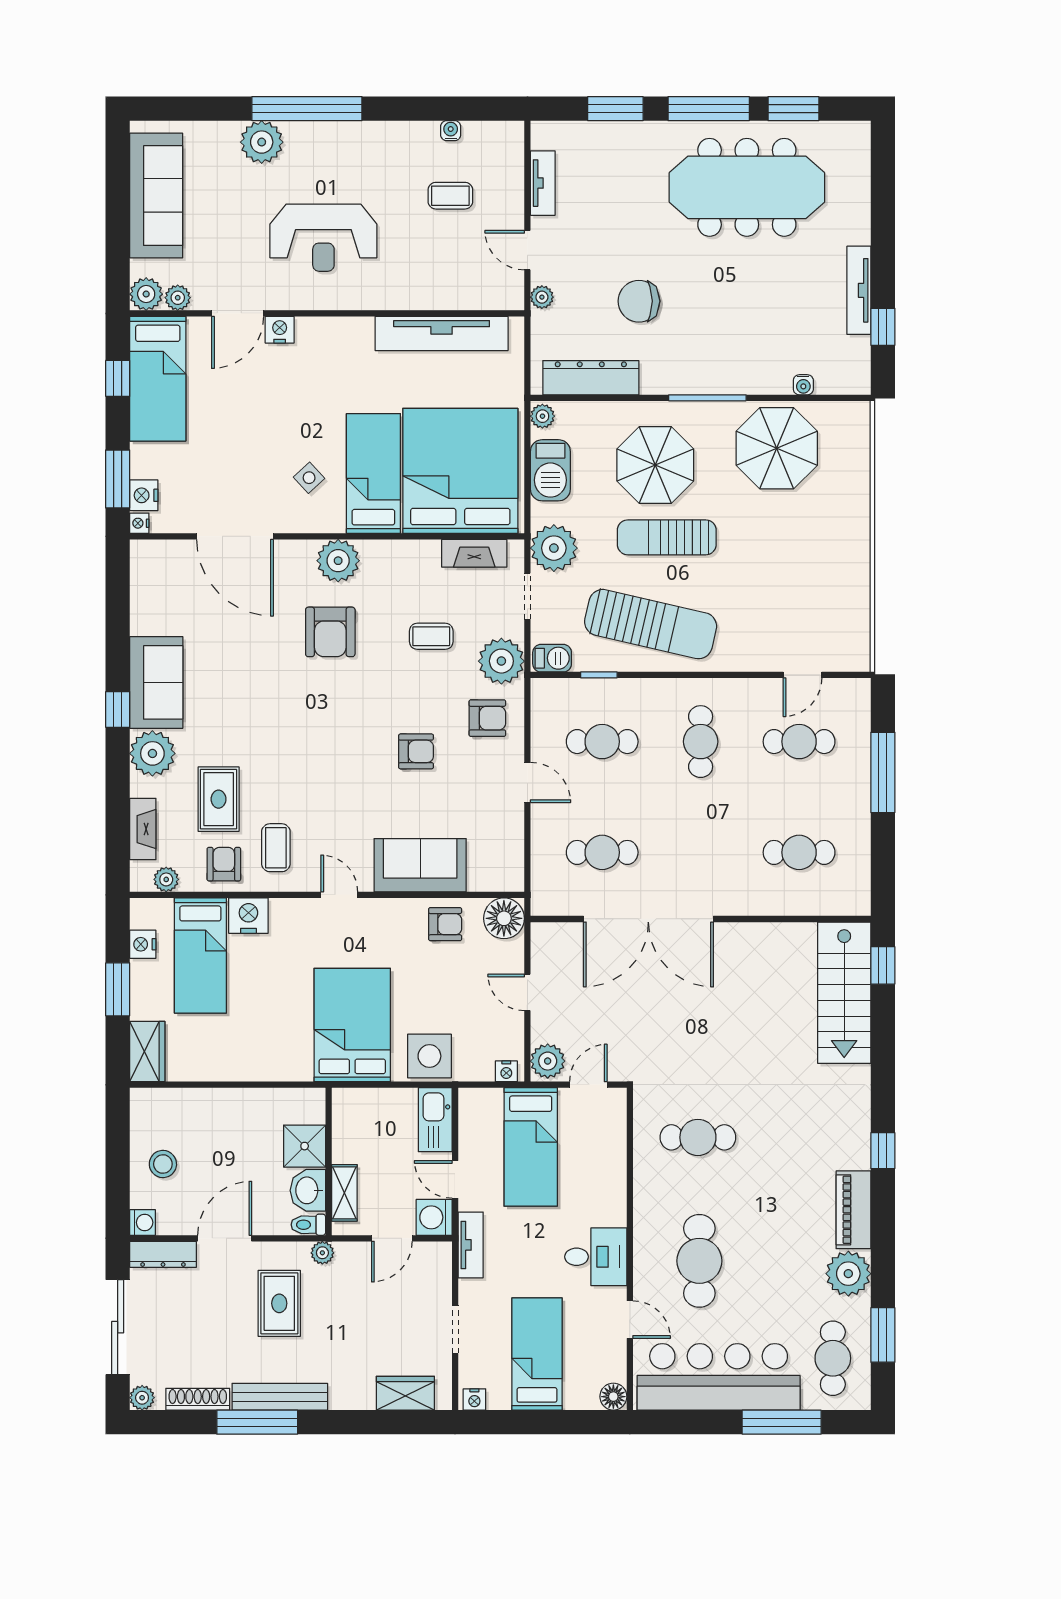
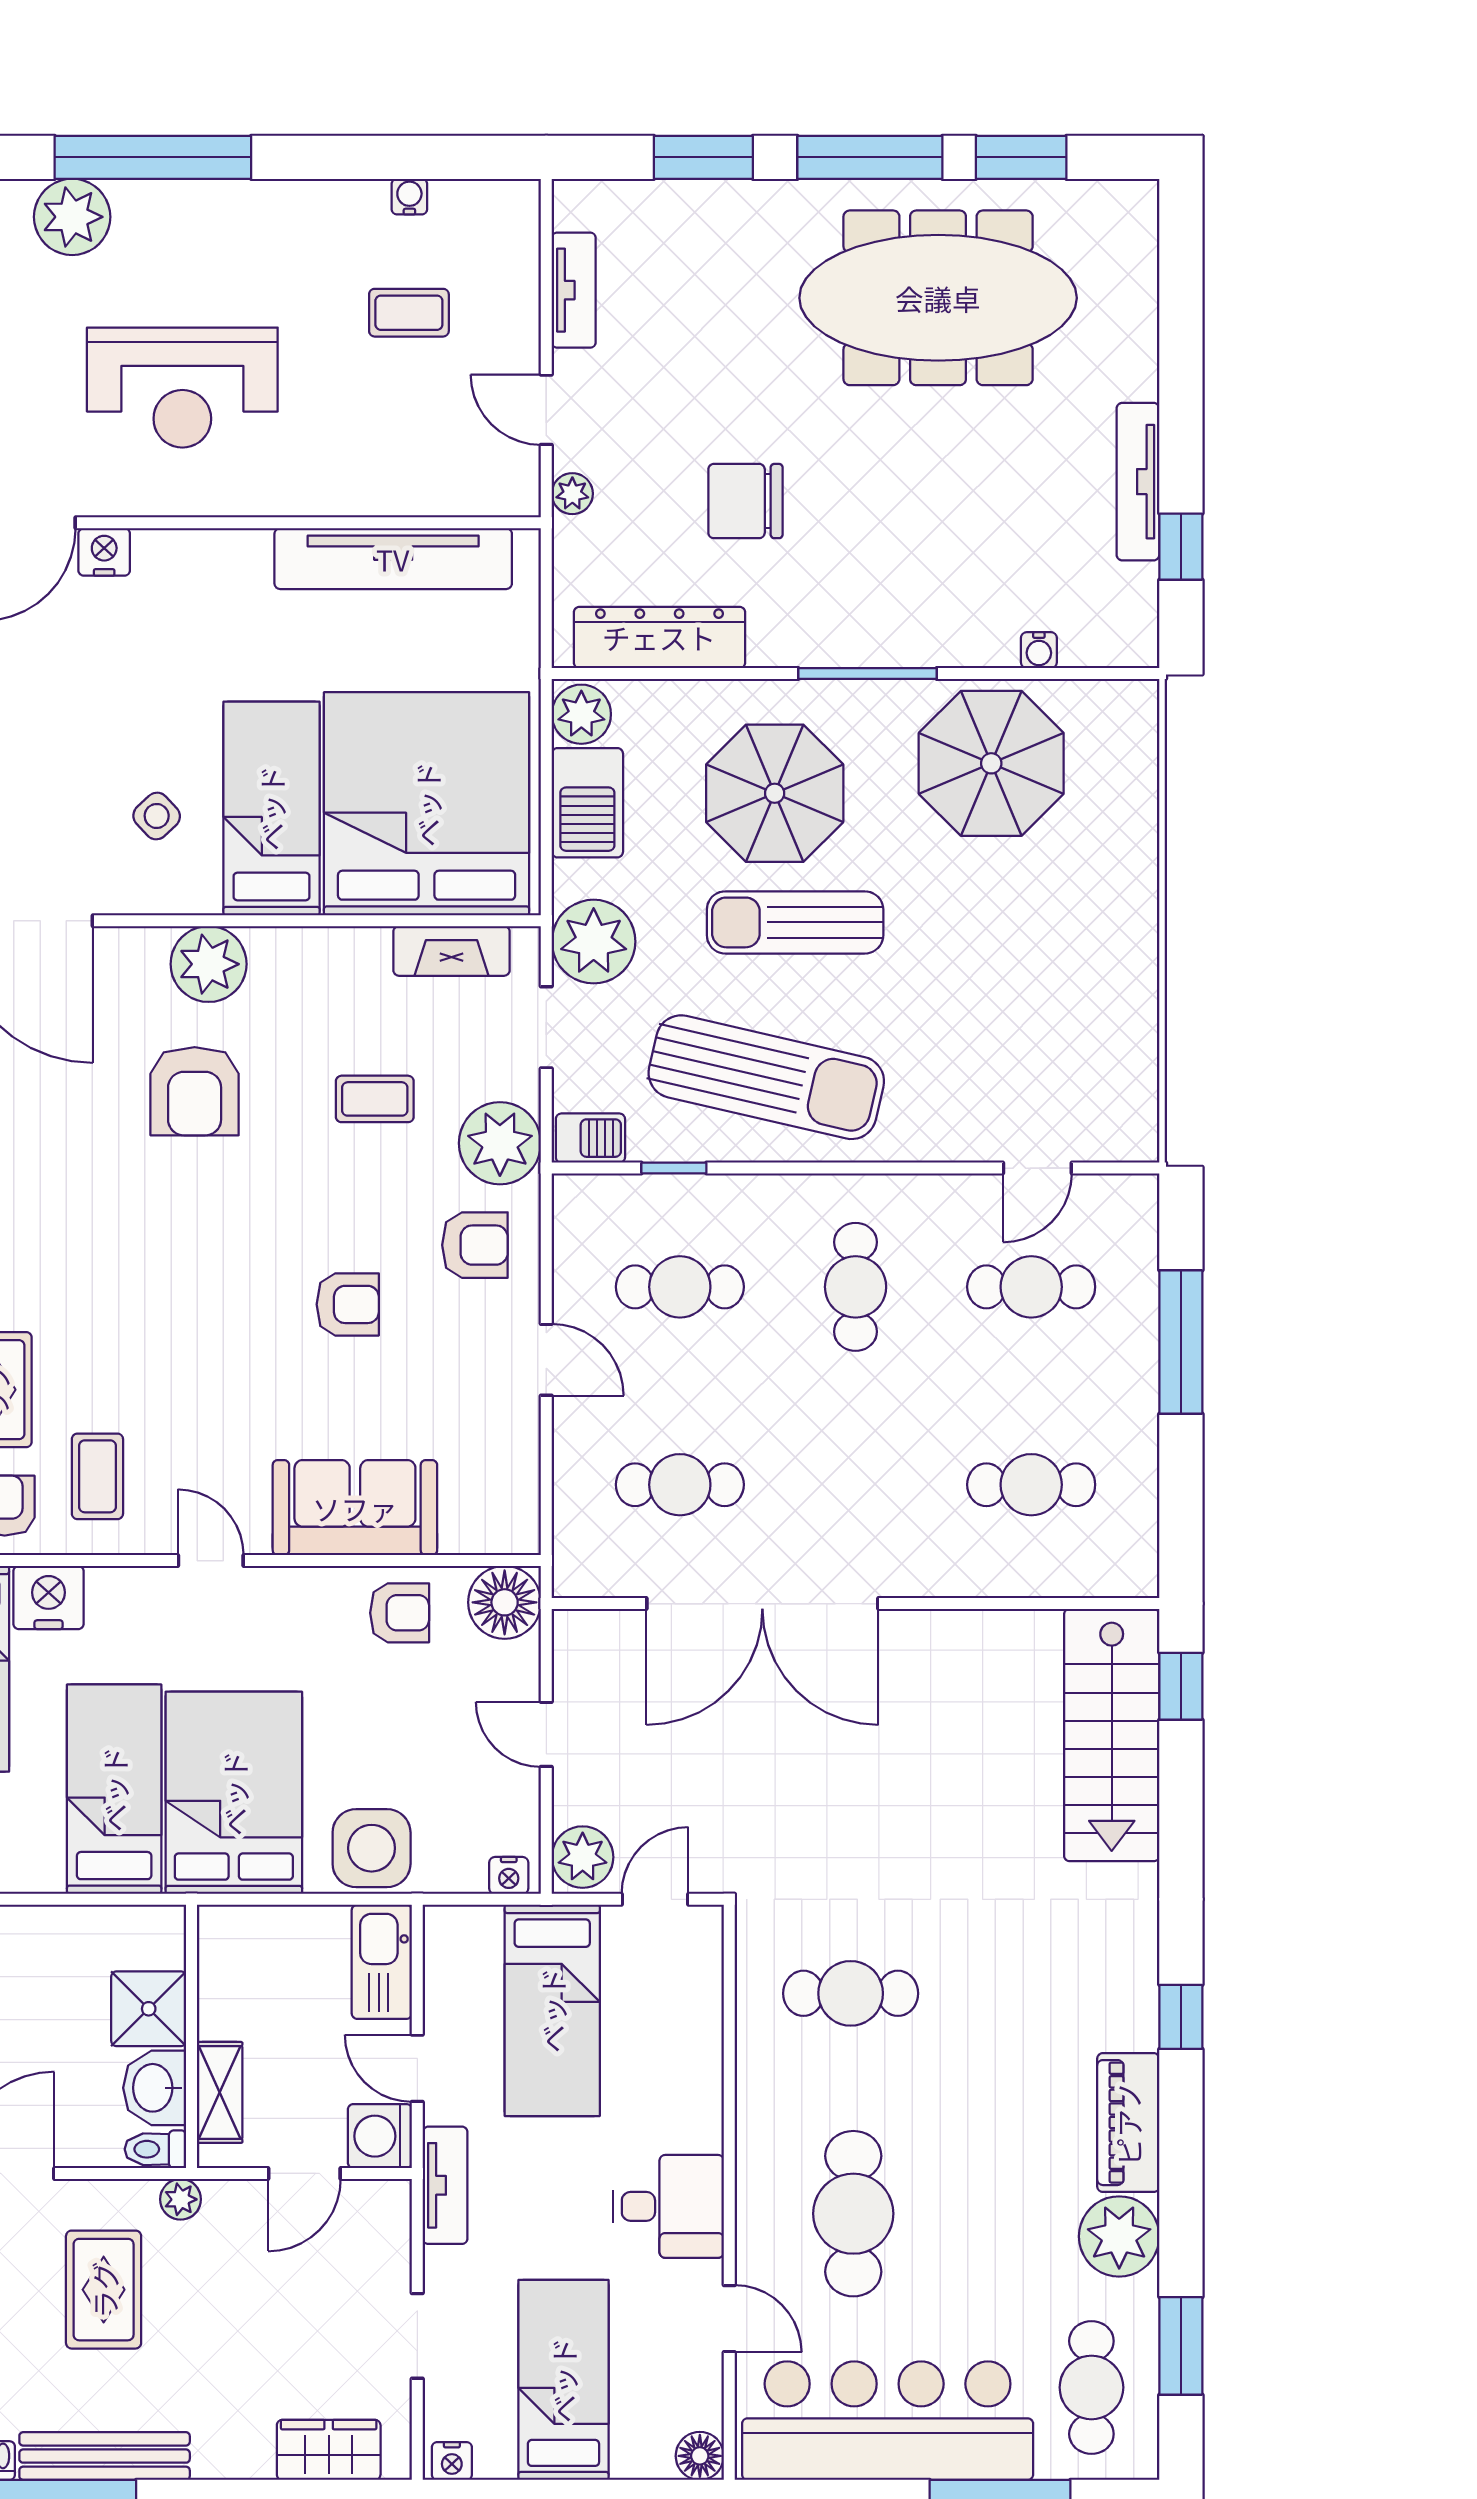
plant: (542, 416) -> (581, 714), width x1.38, depth x1.38
bed: (285, 1023) -> (114, 1789), added

